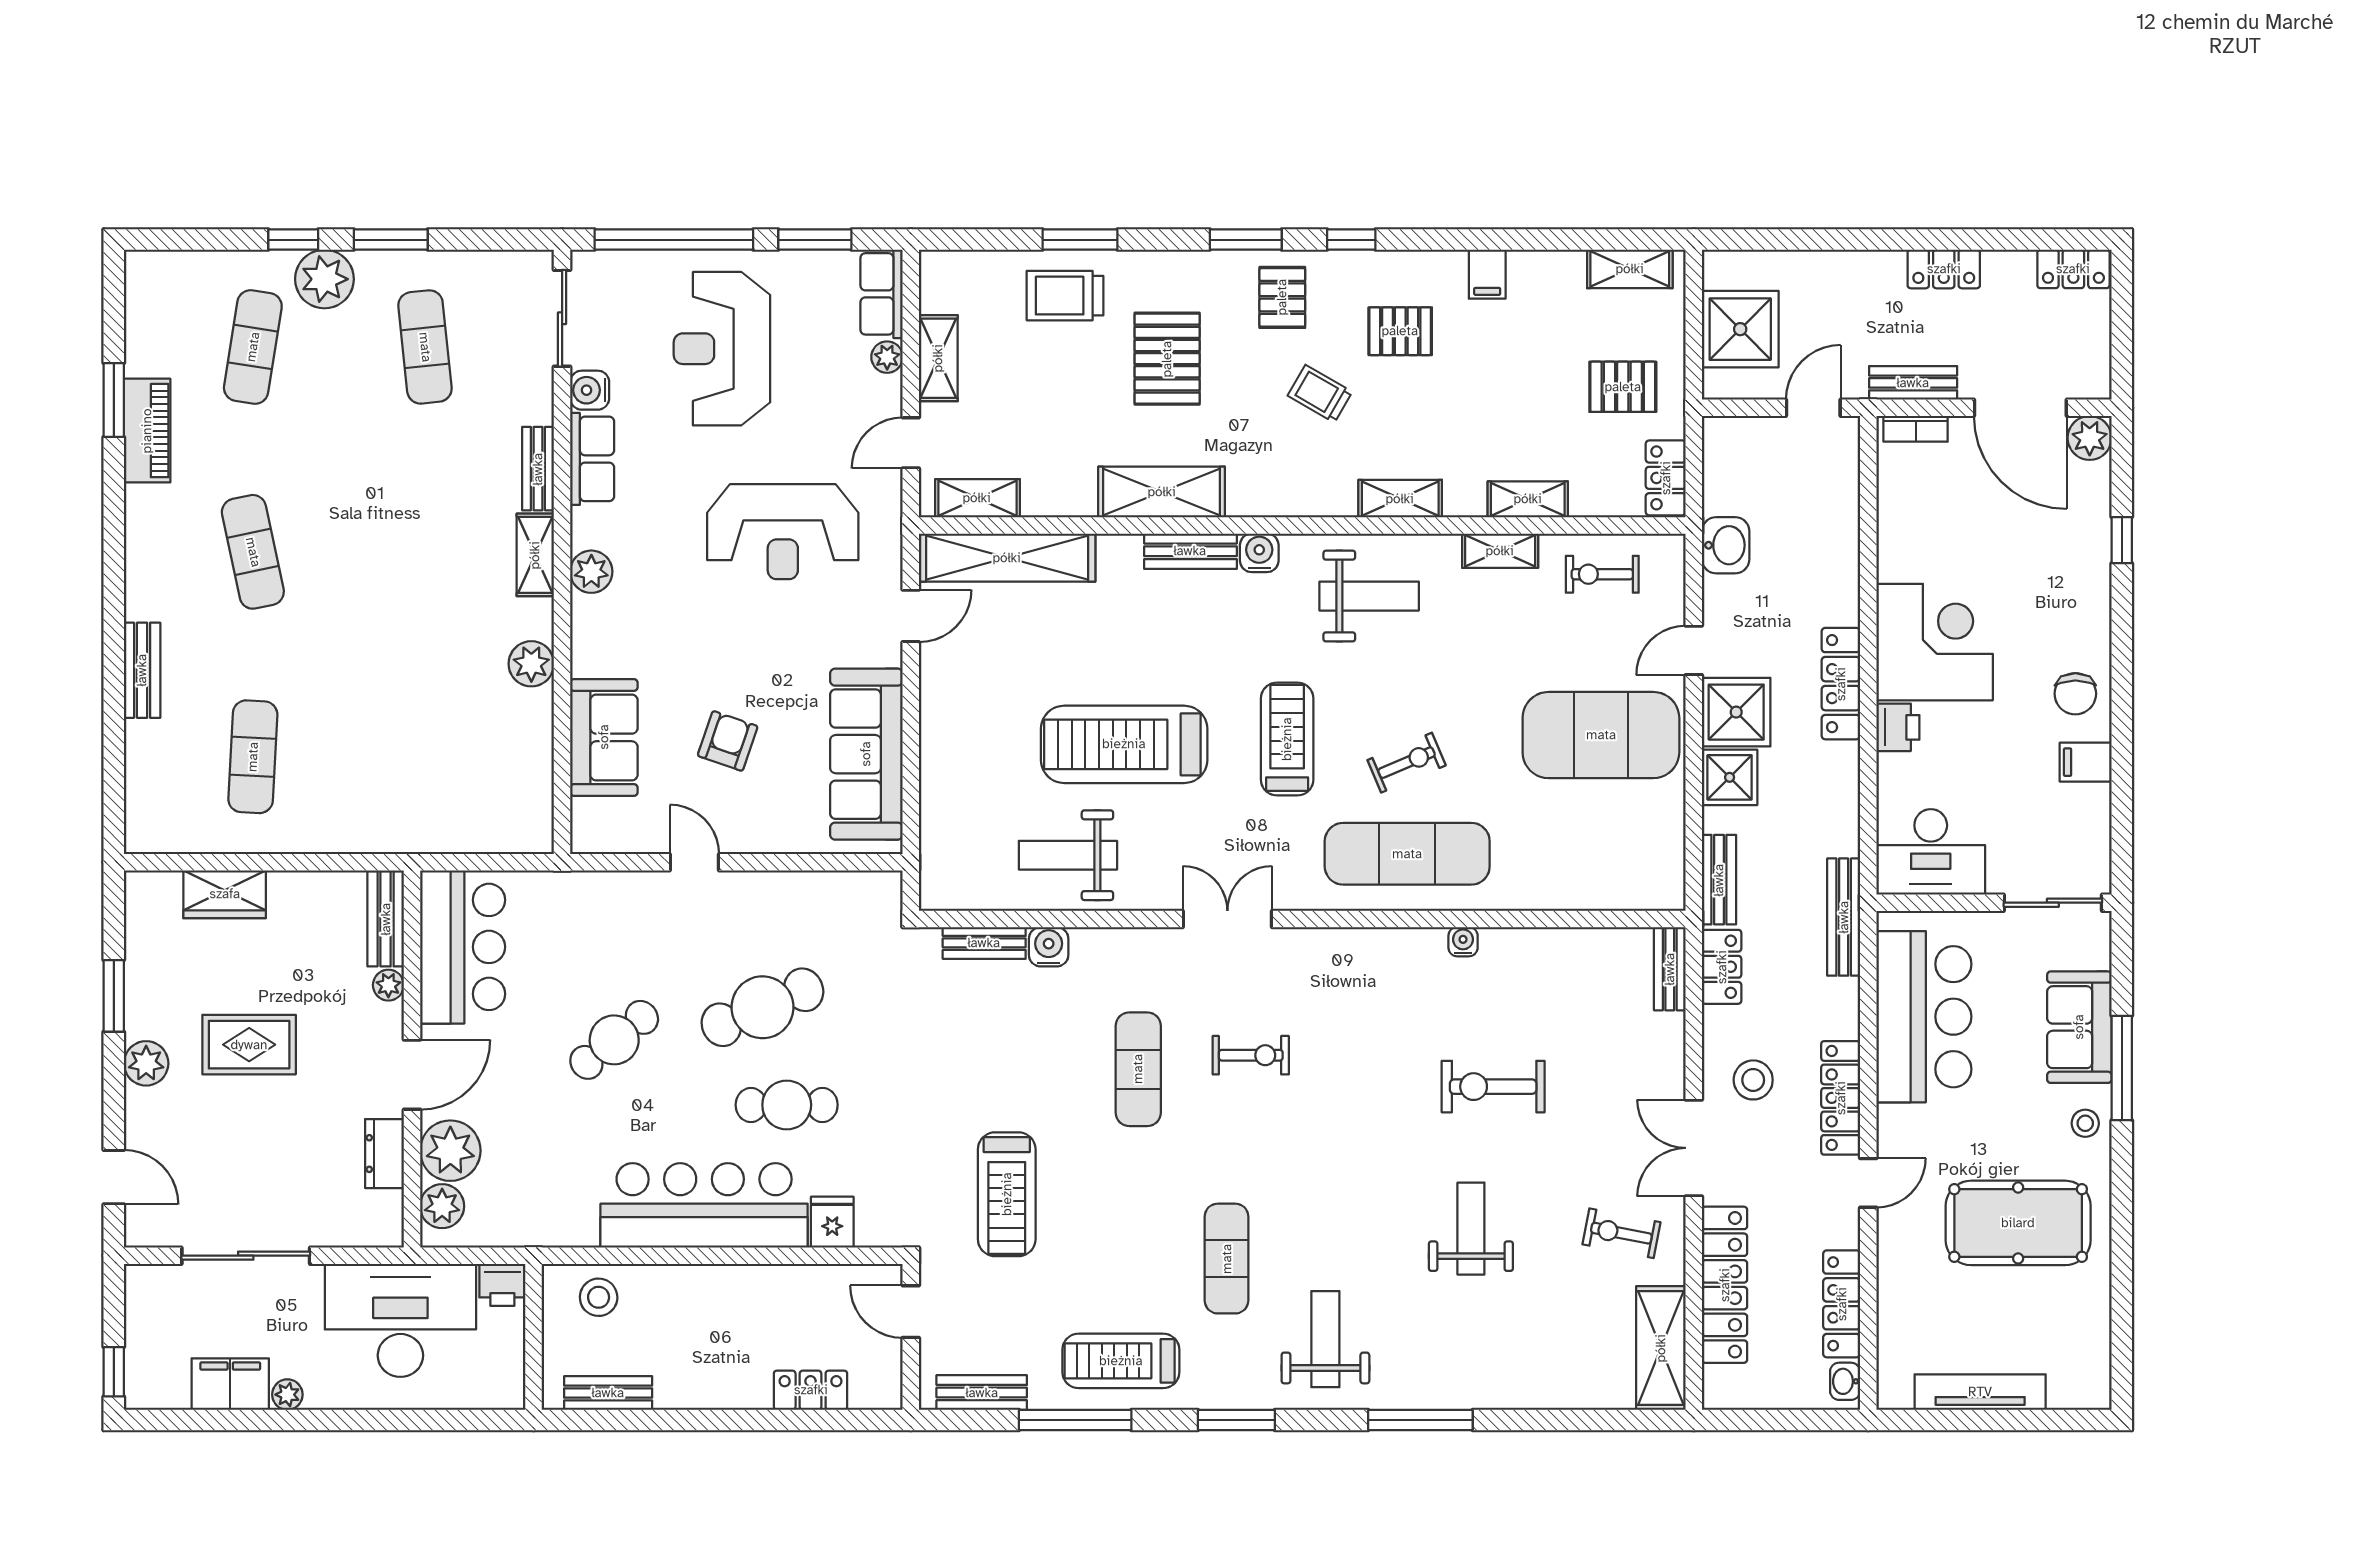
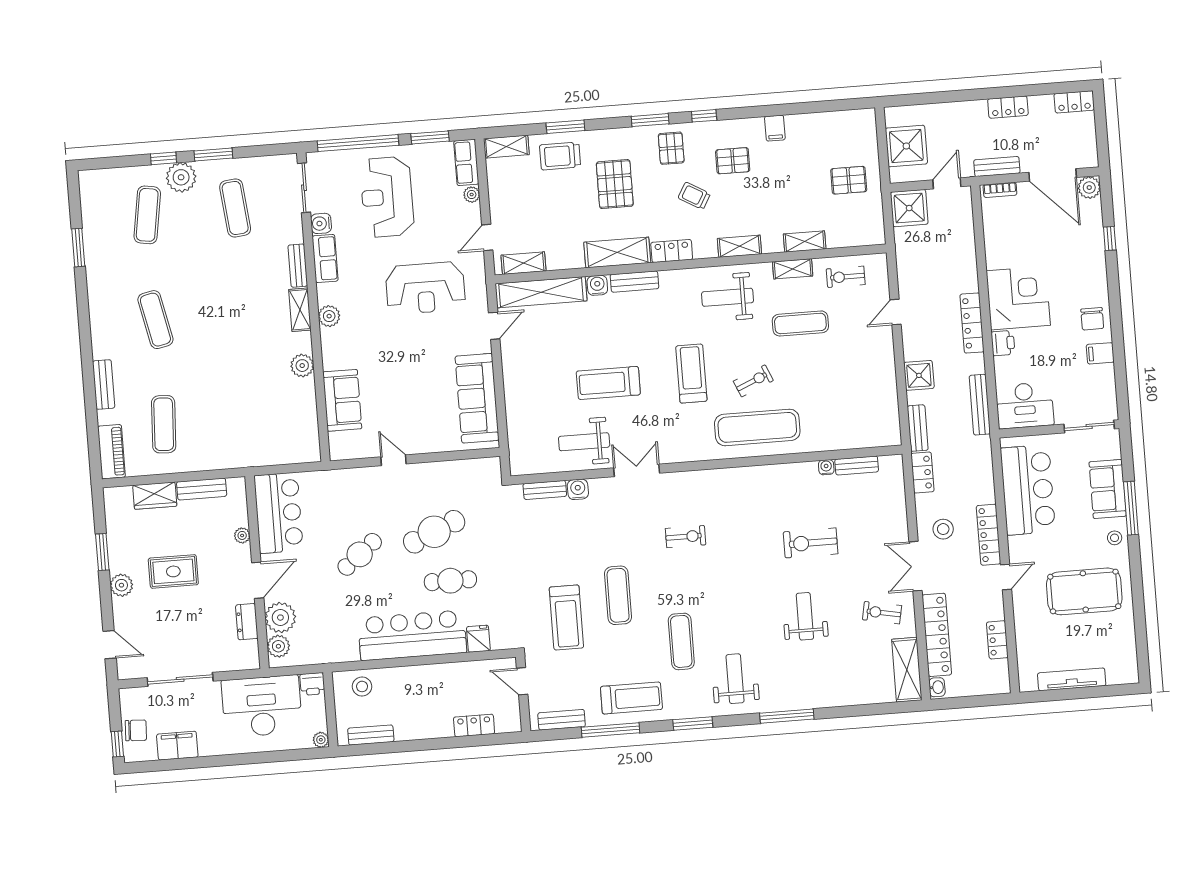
shelving: (1630, 269) -> (848, 120), removed
shelving: (938, 358) -> (506, 147), moved, turned 90
piano: (147, 431) -> (111, 452), moved
locker: (1666, 478) -> (672, 251), moved, turned 90
washbasin: (1726, 545) -> (908, 257), removed
water cooler: (1259, 553) -> (597, 285), moved
weight bench: (1369, 596) -> (728, 297), turned 180
shower: (1736, 712) -> (909, 208), moved
exercise mat: (1601, 735) -> (800, 323), moved, width x0.50, depth x0.69
armchair: (728, 741) -> (406, 397), removed
treadmill: (1124, 744) -> (608, 383), width x0.73, depth x0.73
bench: (1844, 917) -> (980, 405), moved
bench: (386, 919) -> (202, 489), moved, turned 90
double door: (1227, 919) -> (637, 470), moved
water cooler: (1463, 942) -> (826, 467), moved
bench: (1670, 969) -> (857, 465), moved, turned 90
exercise mat: (1138, 1069) -> (618, 595), moved
locker: (1842, 1304) -> (997, 640), width x0.66
chair: (152, 1348) -> (136, 730), added
treadmill: (1121, 1361) -> (631, 698), turned 180
washbasin: (1845, 1381) -> (937, 687), moved, turned 180
plant: (287, 1395) -> (321, 740), moved

